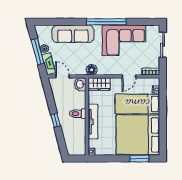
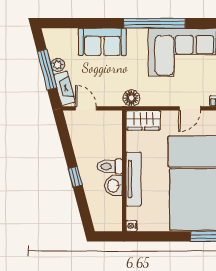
sofa: (73, 34) -> (102, 42), width x0.73
washbasin: (80, 84) -> (114, 186), moved

